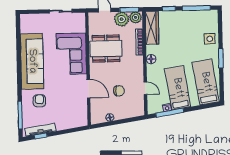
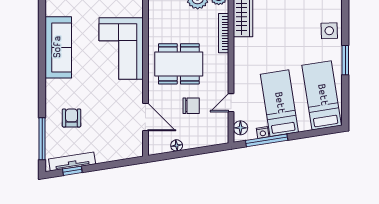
dining table: (106, 49) -> (179, 64), moved
floor lamp: (151, 59) -> (240, 128), moved
sofa: (32, 61) -> (58, 47), width x0.74, depth x0.79
door: (145, 88) -> (231, 103), swing flipped
door: (88, 89) -> (145, 117), moved

